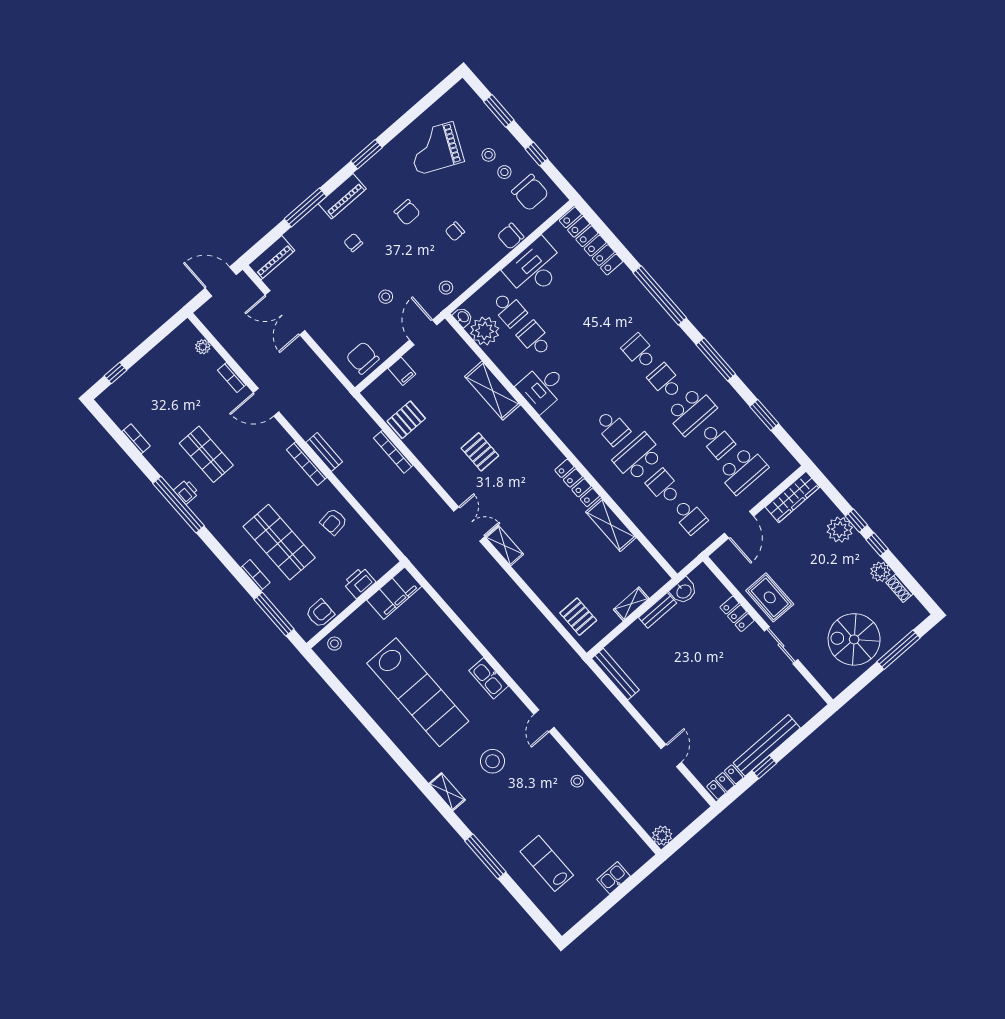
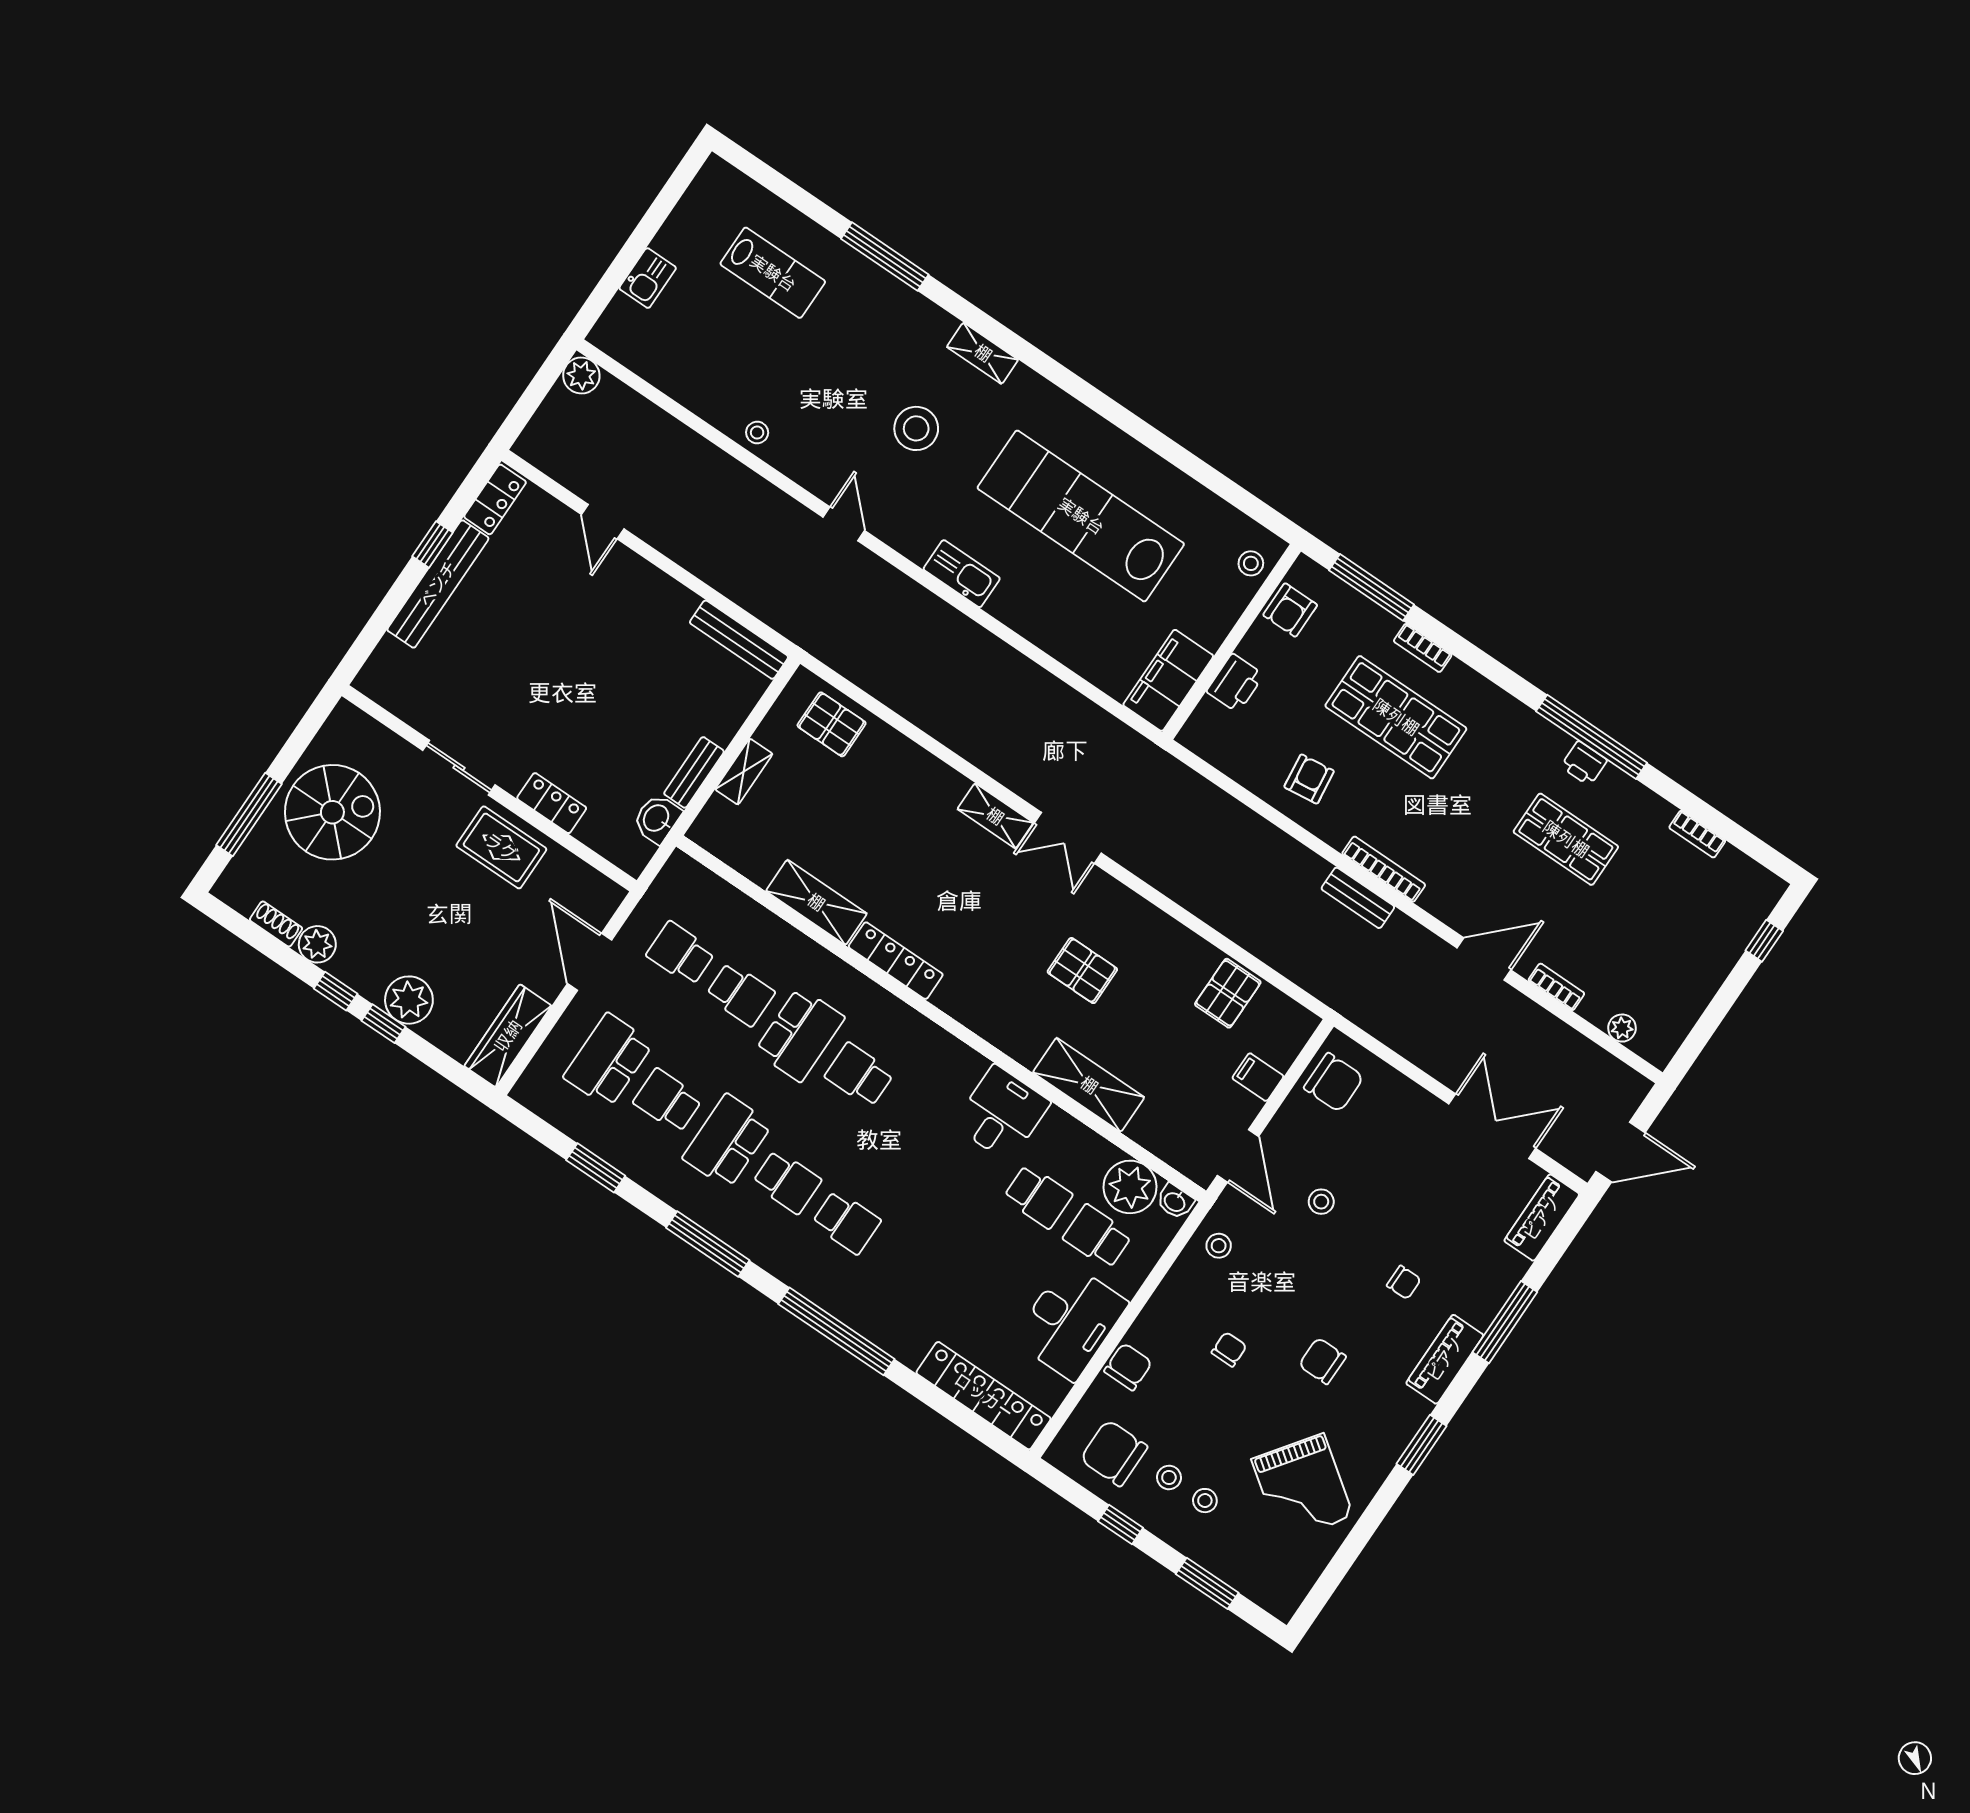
grand piano: (435, 148) -> (1302, 1488), turned 101
bookcase: (393, 452) -> (1236, 931), removed

